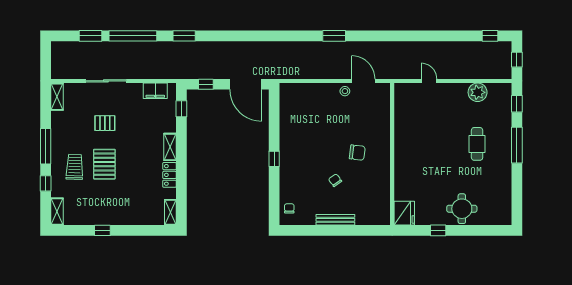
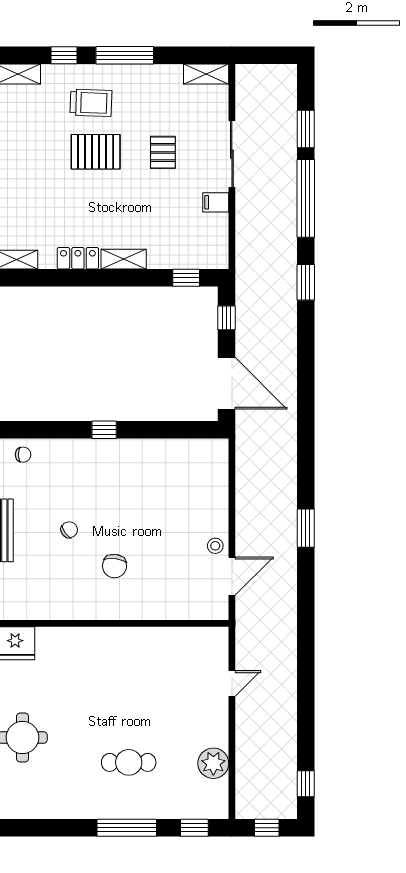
door: (246, 84) -> (227, 383), swing flipped
filing cabinet: (155, 91) -> (216, 202), moved, width x0.50

